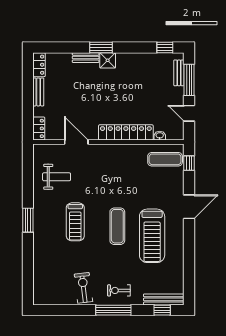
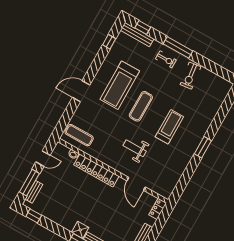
door: (189, 113) -> (43, 159), hinge flipped
window: (189, 163) -> (109, 42), moved
weight bench: (57, 177) -> (135, 148), moved
treadmill: (152, 236) -> (120, 85), turned 180

